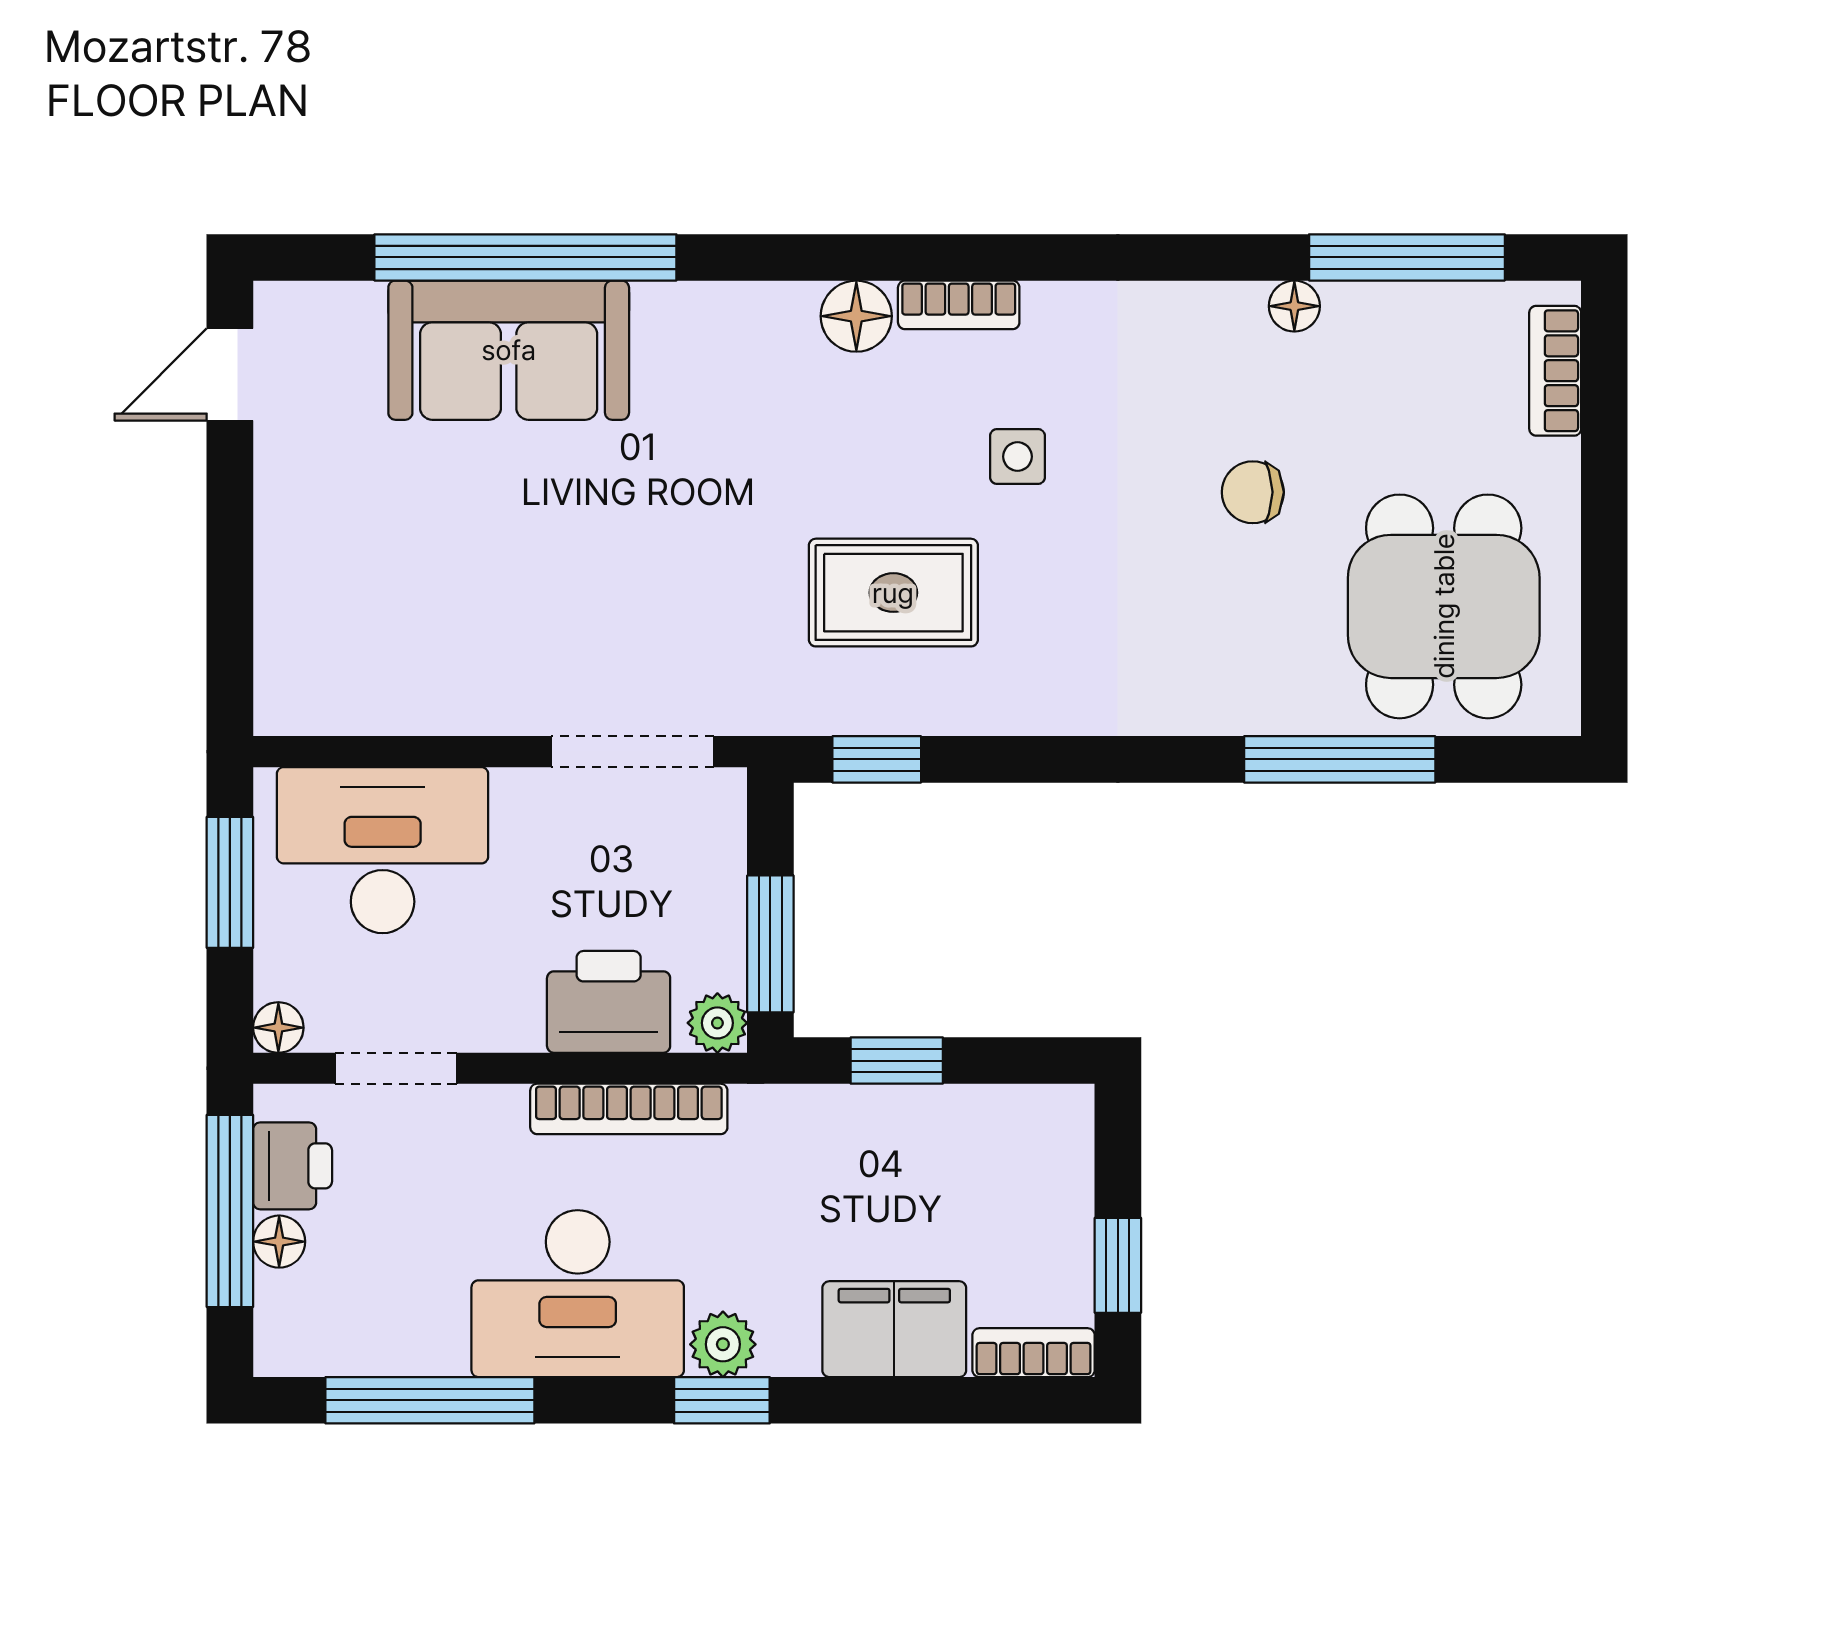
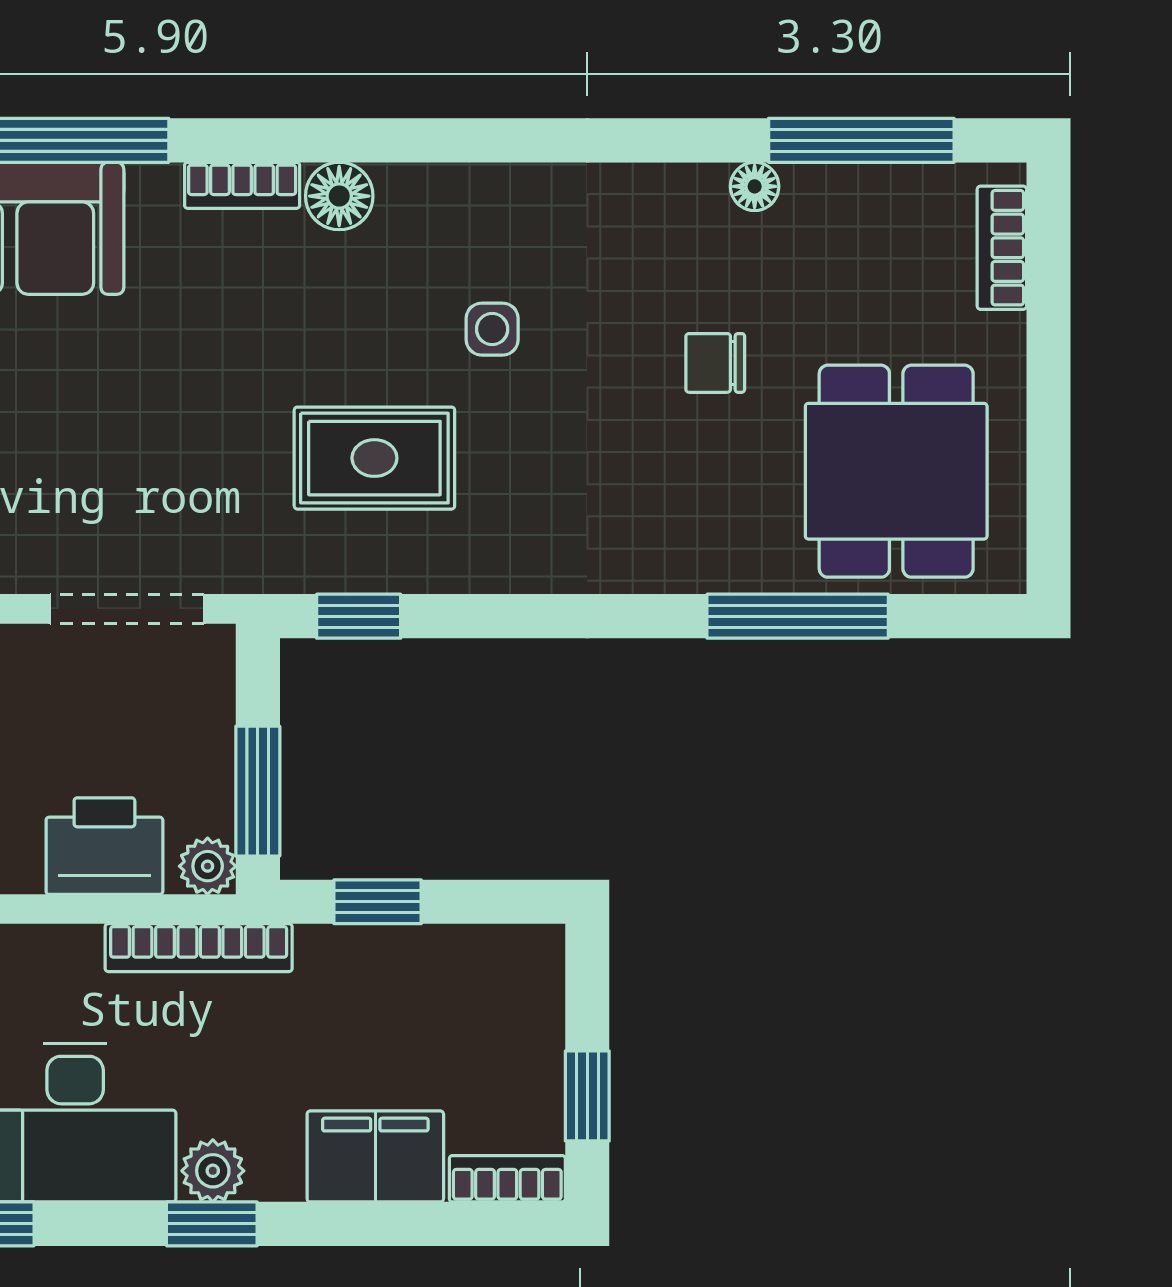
bookcase: (959, 305) -> (242, 185), moved
bookcase: (629, 1109) -> (199, 948), moved

